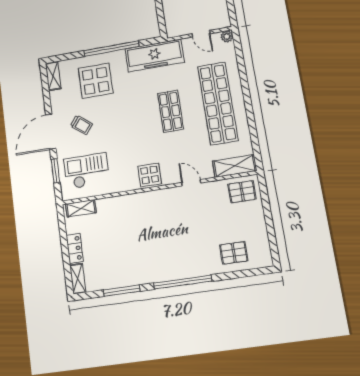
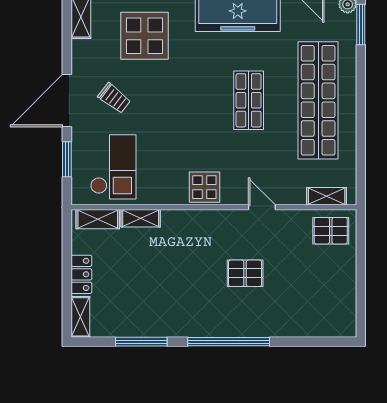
window: (238, 48) -> (361, 25), added
shelving: (234, 166) -> (327, 196), width x0.67, depth x0.75
checkout: (87, 171) -> (113, 167), turned 90
shelving: (109, 203) -> (141, 218), added
pallet: (234, 253) -> (245, 273), moved

